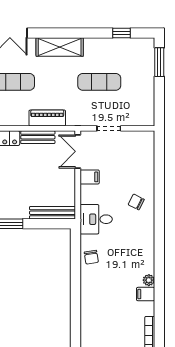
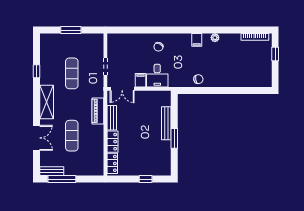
window: (121, 33) -> (37, 71), moved
window: (159, 62) -> (71, 30), moved
bench: (53, 213) -> (166, 123), moved
desk: (96, 219) -> (157, 76), moved
filing cabinet: (146, 294) -> (197, 40), moved

